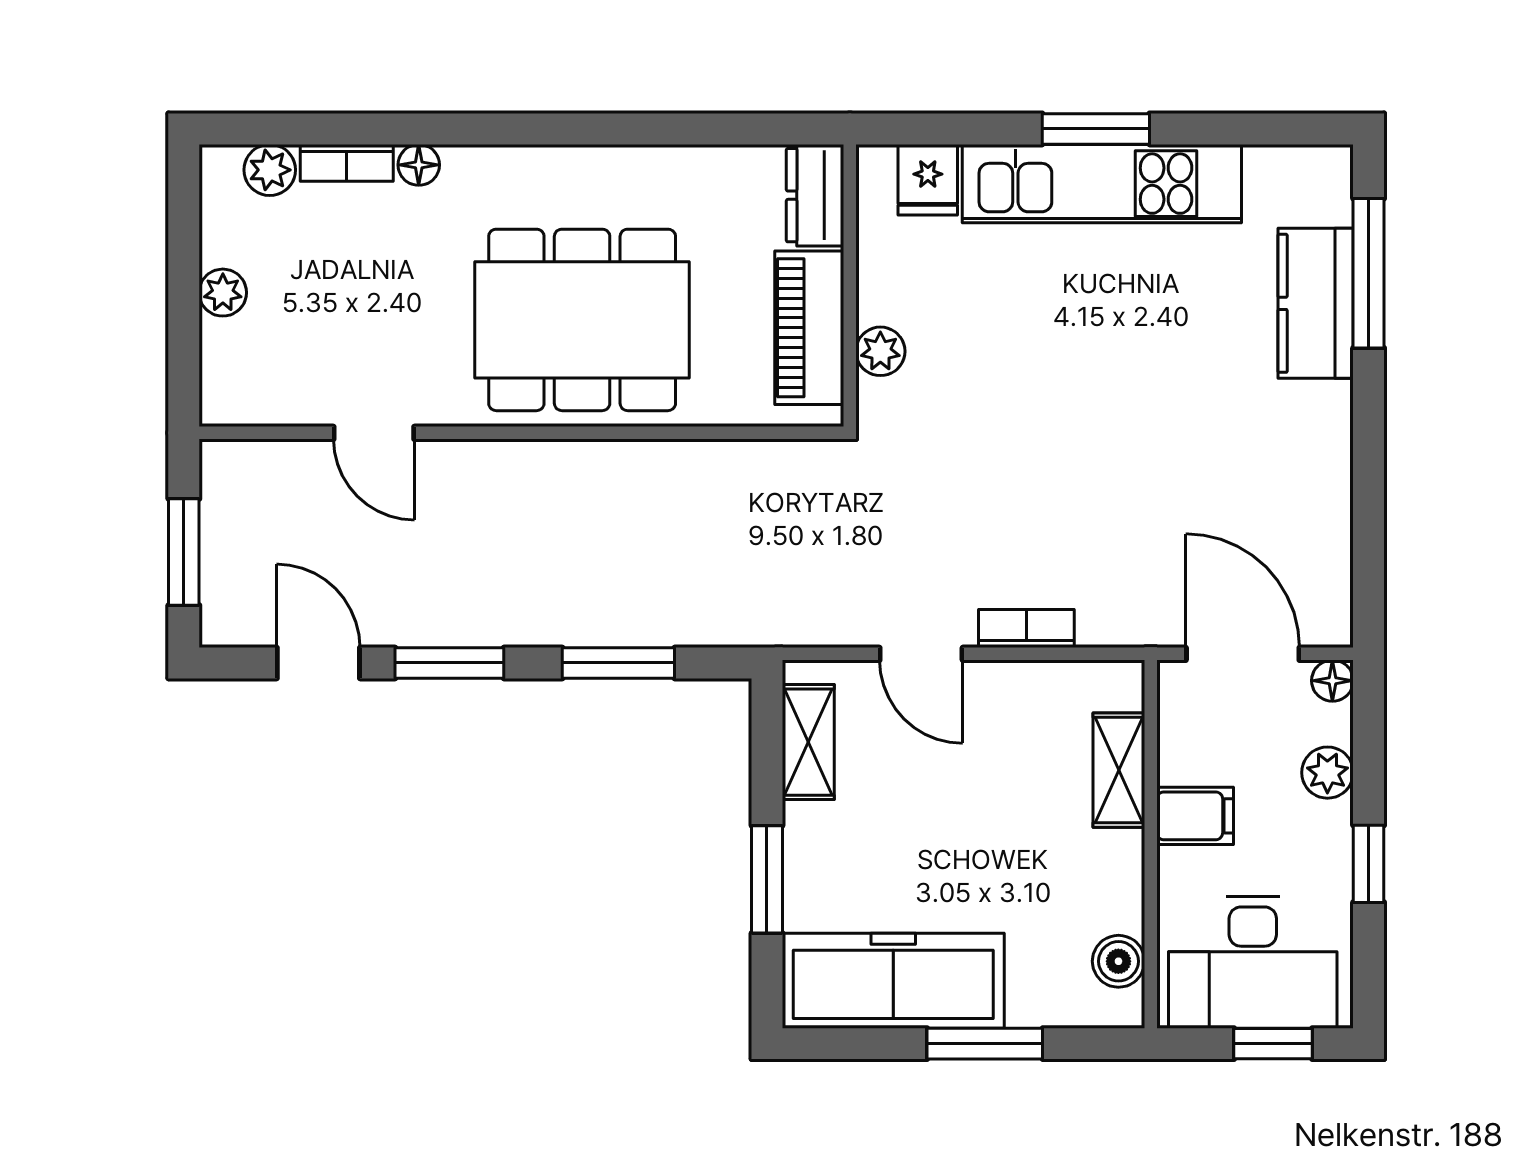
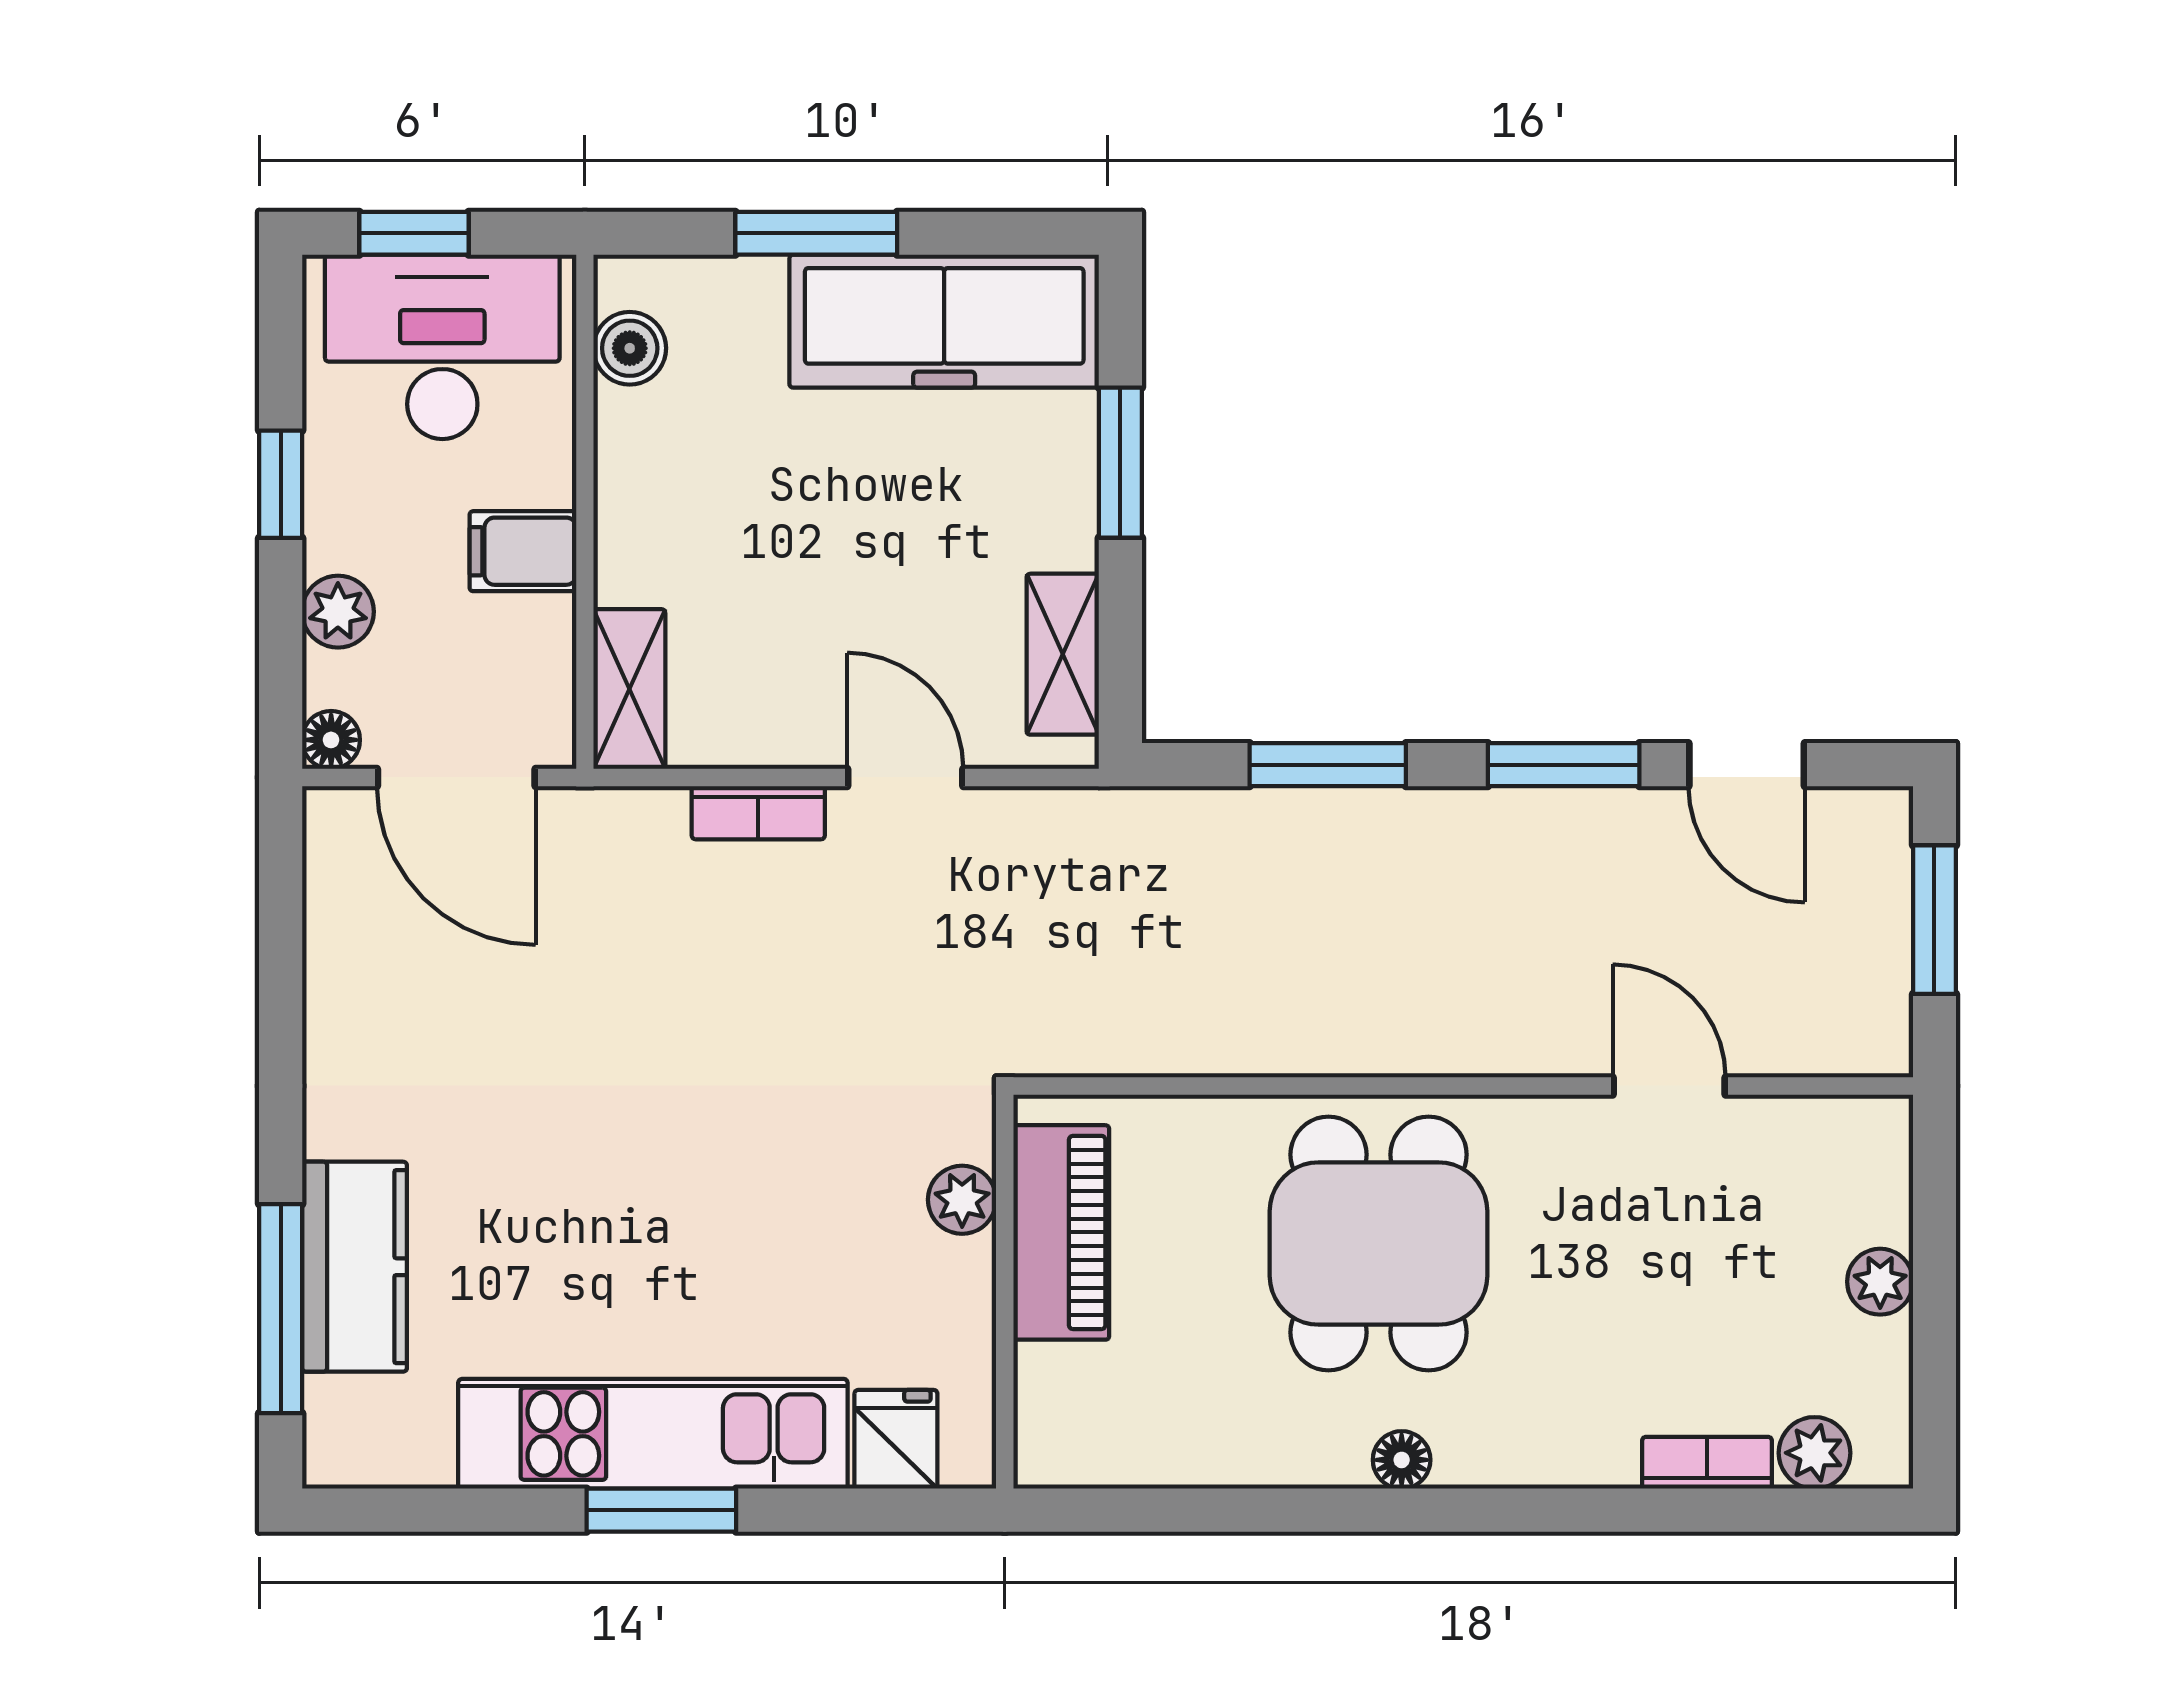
floor lamp: (419, 165) -> (1402, 1460), moved
dresser: (815, 195) -> (1053, 1418), removed
dining table: (582, 320) -> (1379, 1244), width x0.73
shelving: (1119, 770) -> (629, 689), moved

